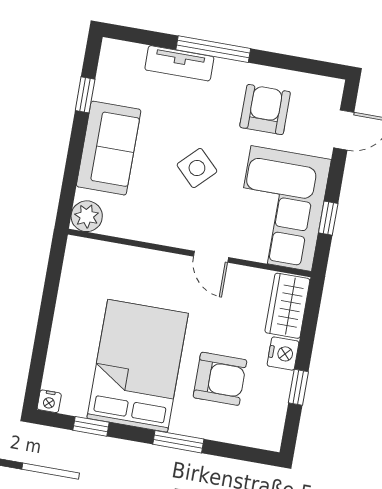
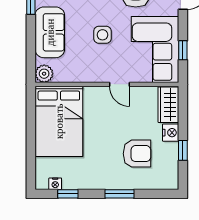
side table: (197, 168) -> (102, 35), turned 45
bed: (138, 366) -> (59, 121), moved, turned 180
nightstand: (49, 401) -> (55, 184), moved

